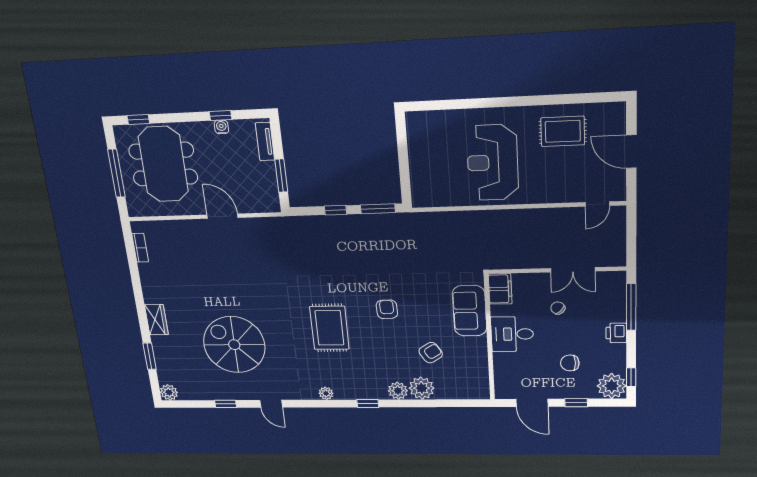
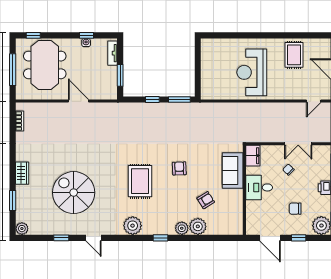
rug: (563, 131) -> (294, 55), turned 90
plant: (326, 393) -> (133, 226), width x1.87, depth x1.87

